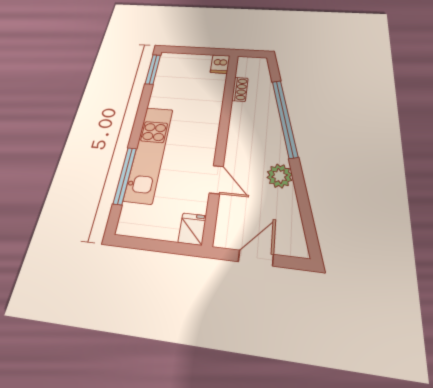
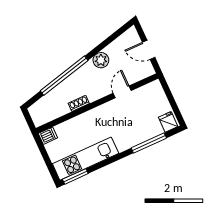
shoe rack: (240, 89) -> (79, 103), moved
kitchen unit: (149, 153) -> (86, 159), moved
fridge: (192, 229) -> (168, 122), moved, turned 90

